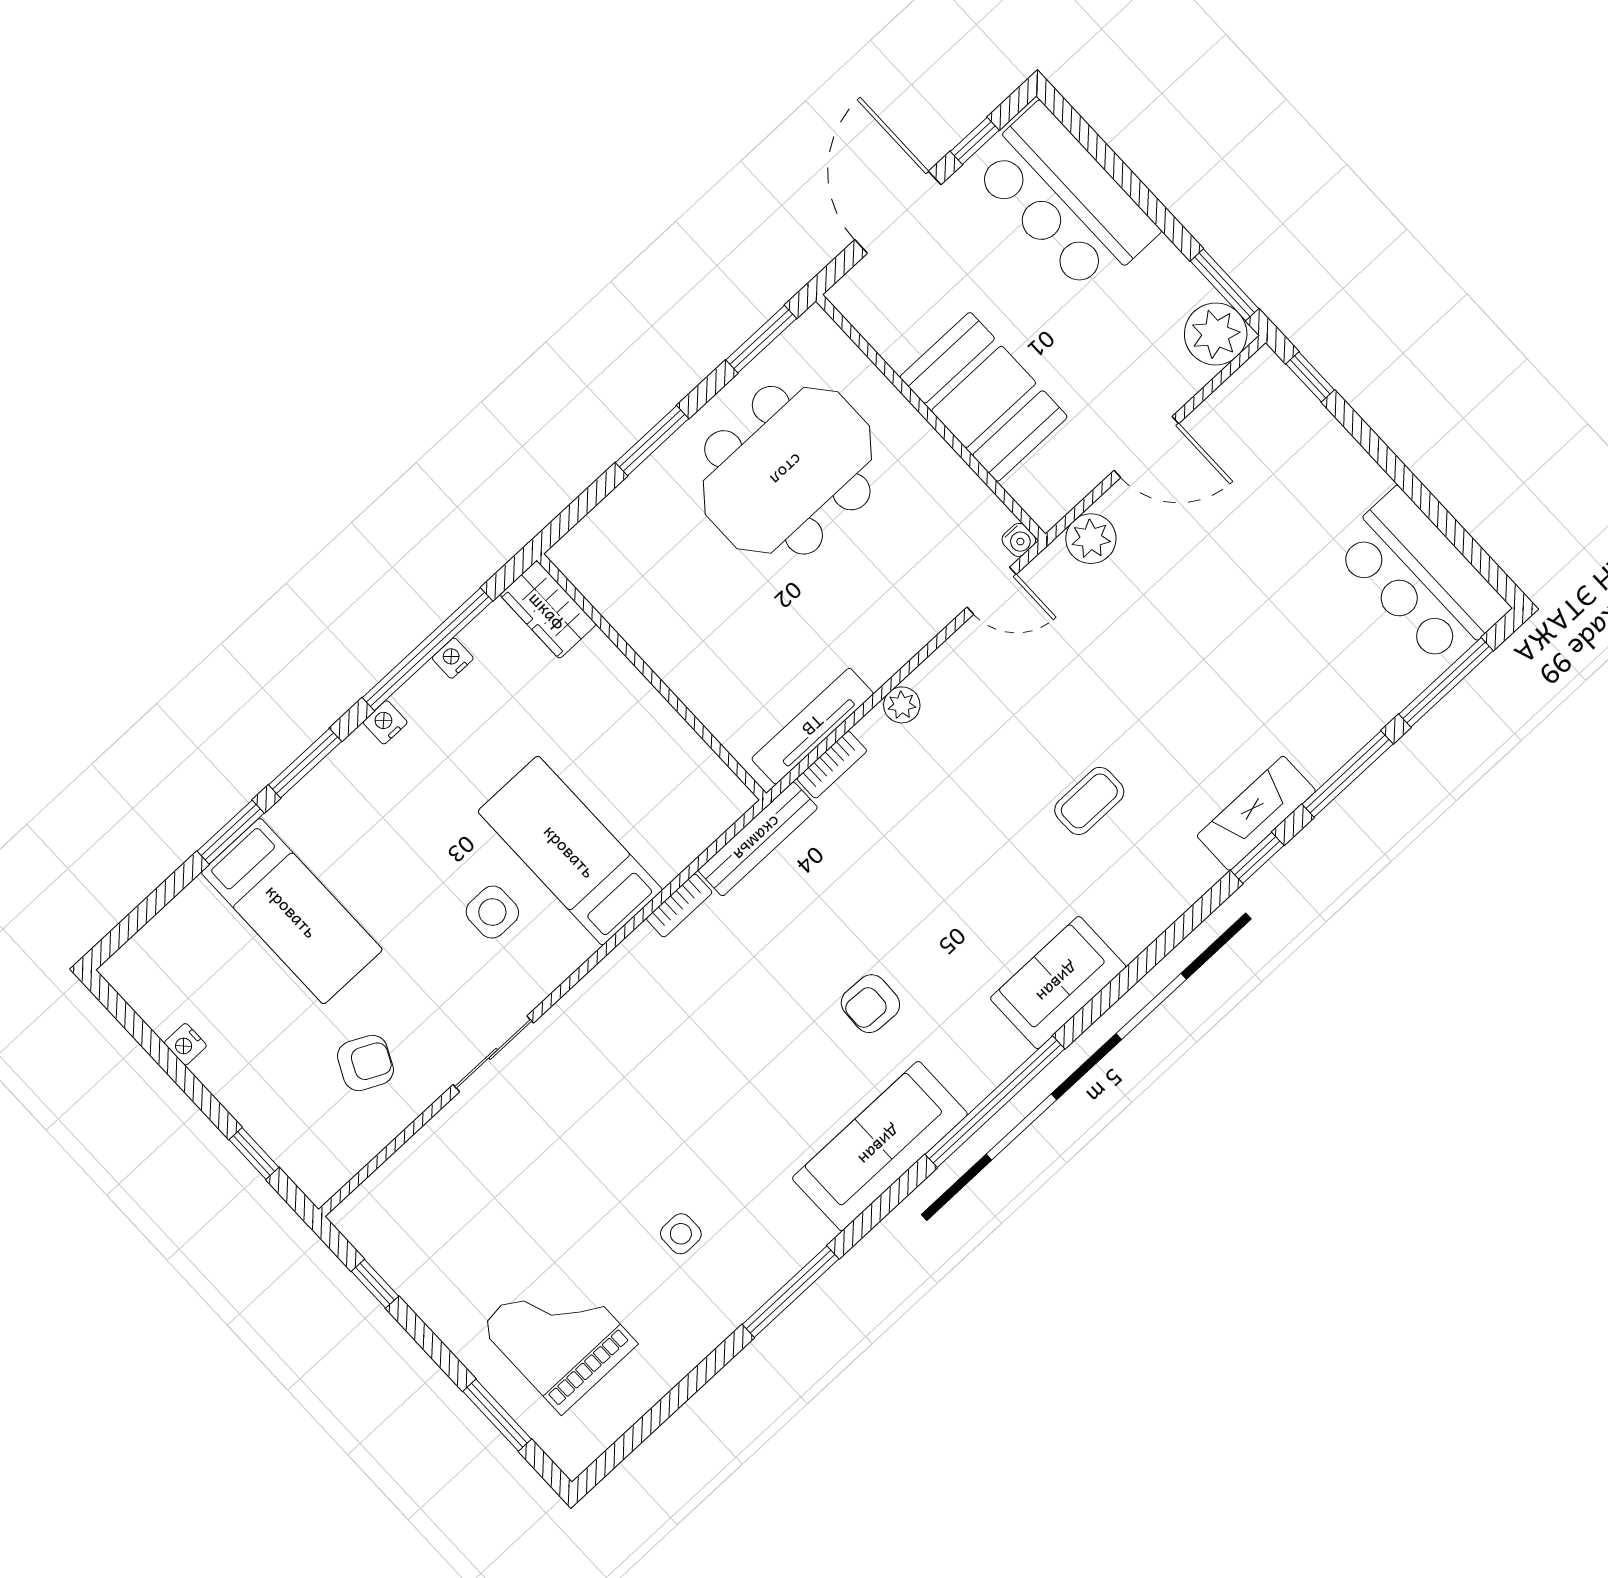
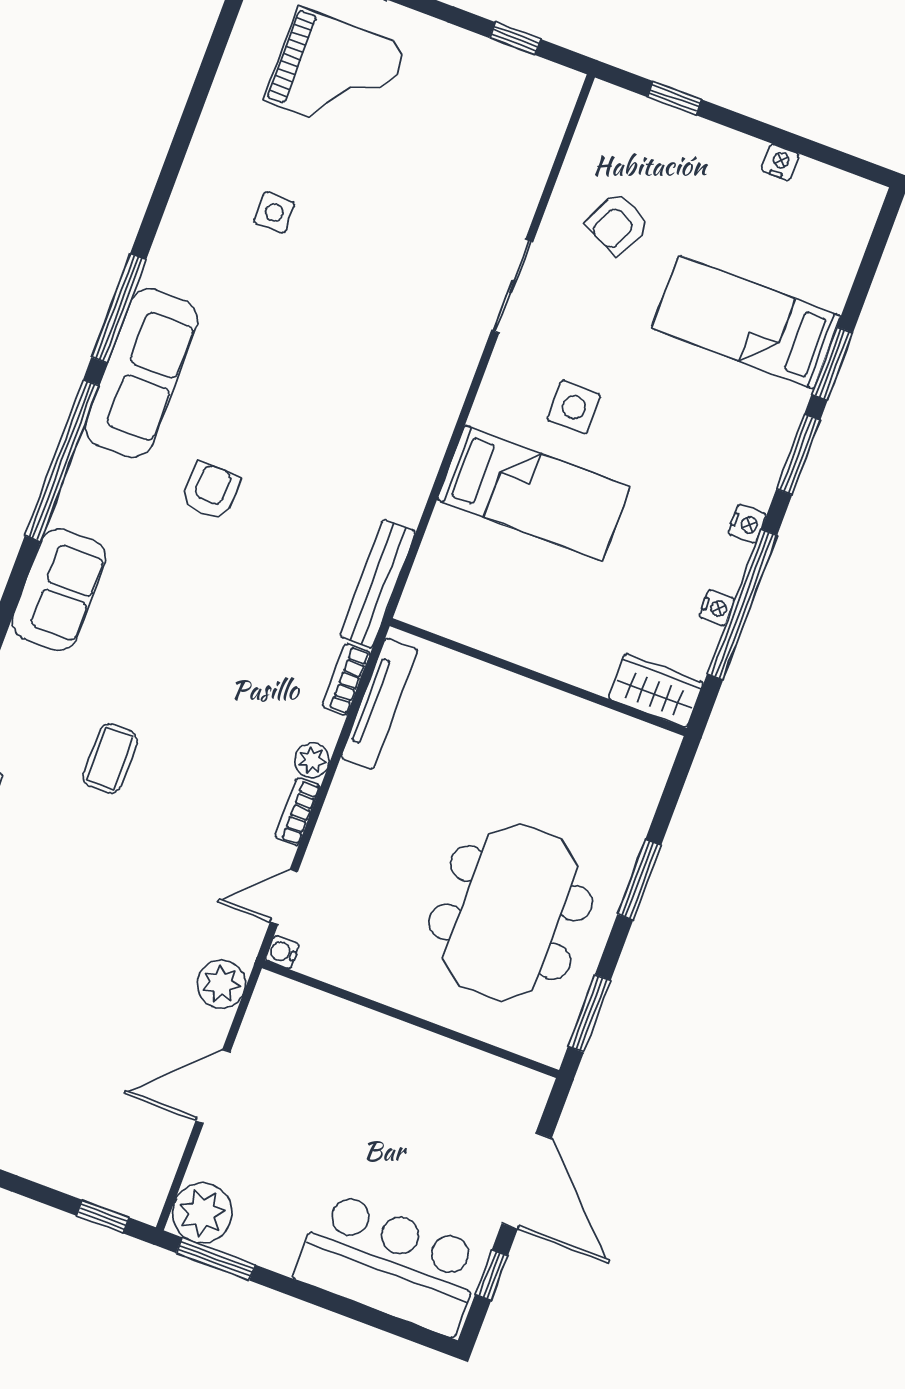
booth: (984, 397) -> (374, 1059), removed
bookcase: (679, 905) -> (298, 812), moved
window: (791, 1292) -> (119, 308), moved

